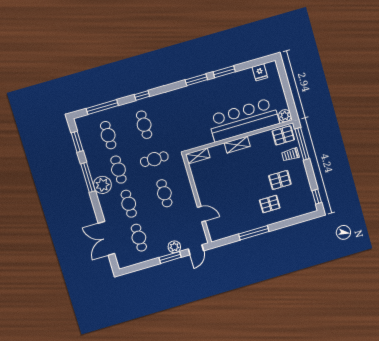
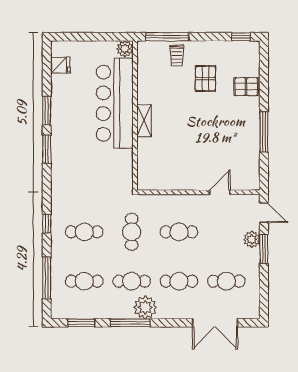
pallet: (283, 135) -> (149, 58), removed
shelving: (198, 156) -> (144, 175), removed
pallet: (270, 204) -> (246, 87), moved, turned 90

